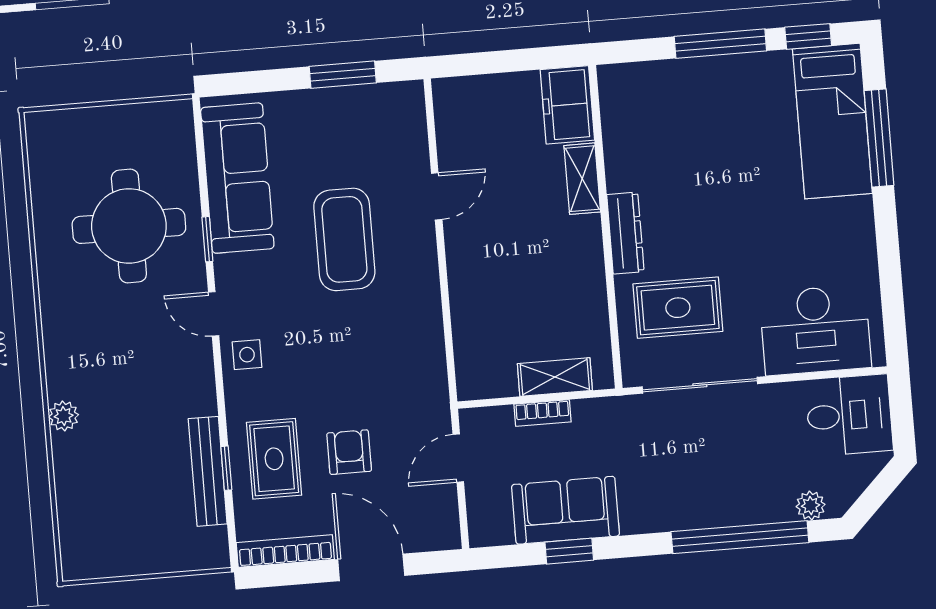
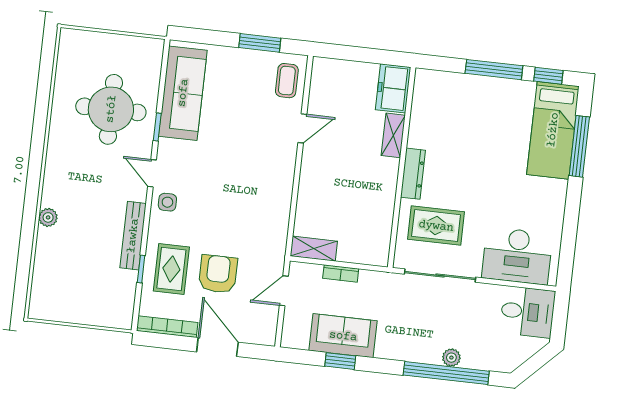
coffee table: (344, 239) -> (287, 81), moved, width x0.54, depth x0.58
shelving: (555, 377) -> (314, 249), moved
armchair: (349, 452) -> (218, 274), width x1.38, depth x1.38
bench: (208, 471) -> (133, 236), moved
plant: (811, 506) -> (451, 358), moved

